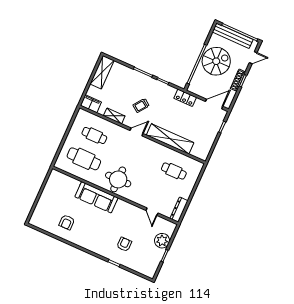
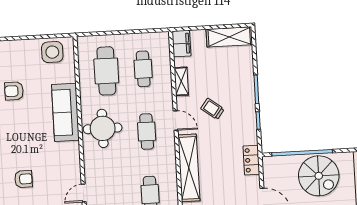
cafe table: (134, 153) -> (147, 131), added
side table: (55, 186) -> (52, 52), added

